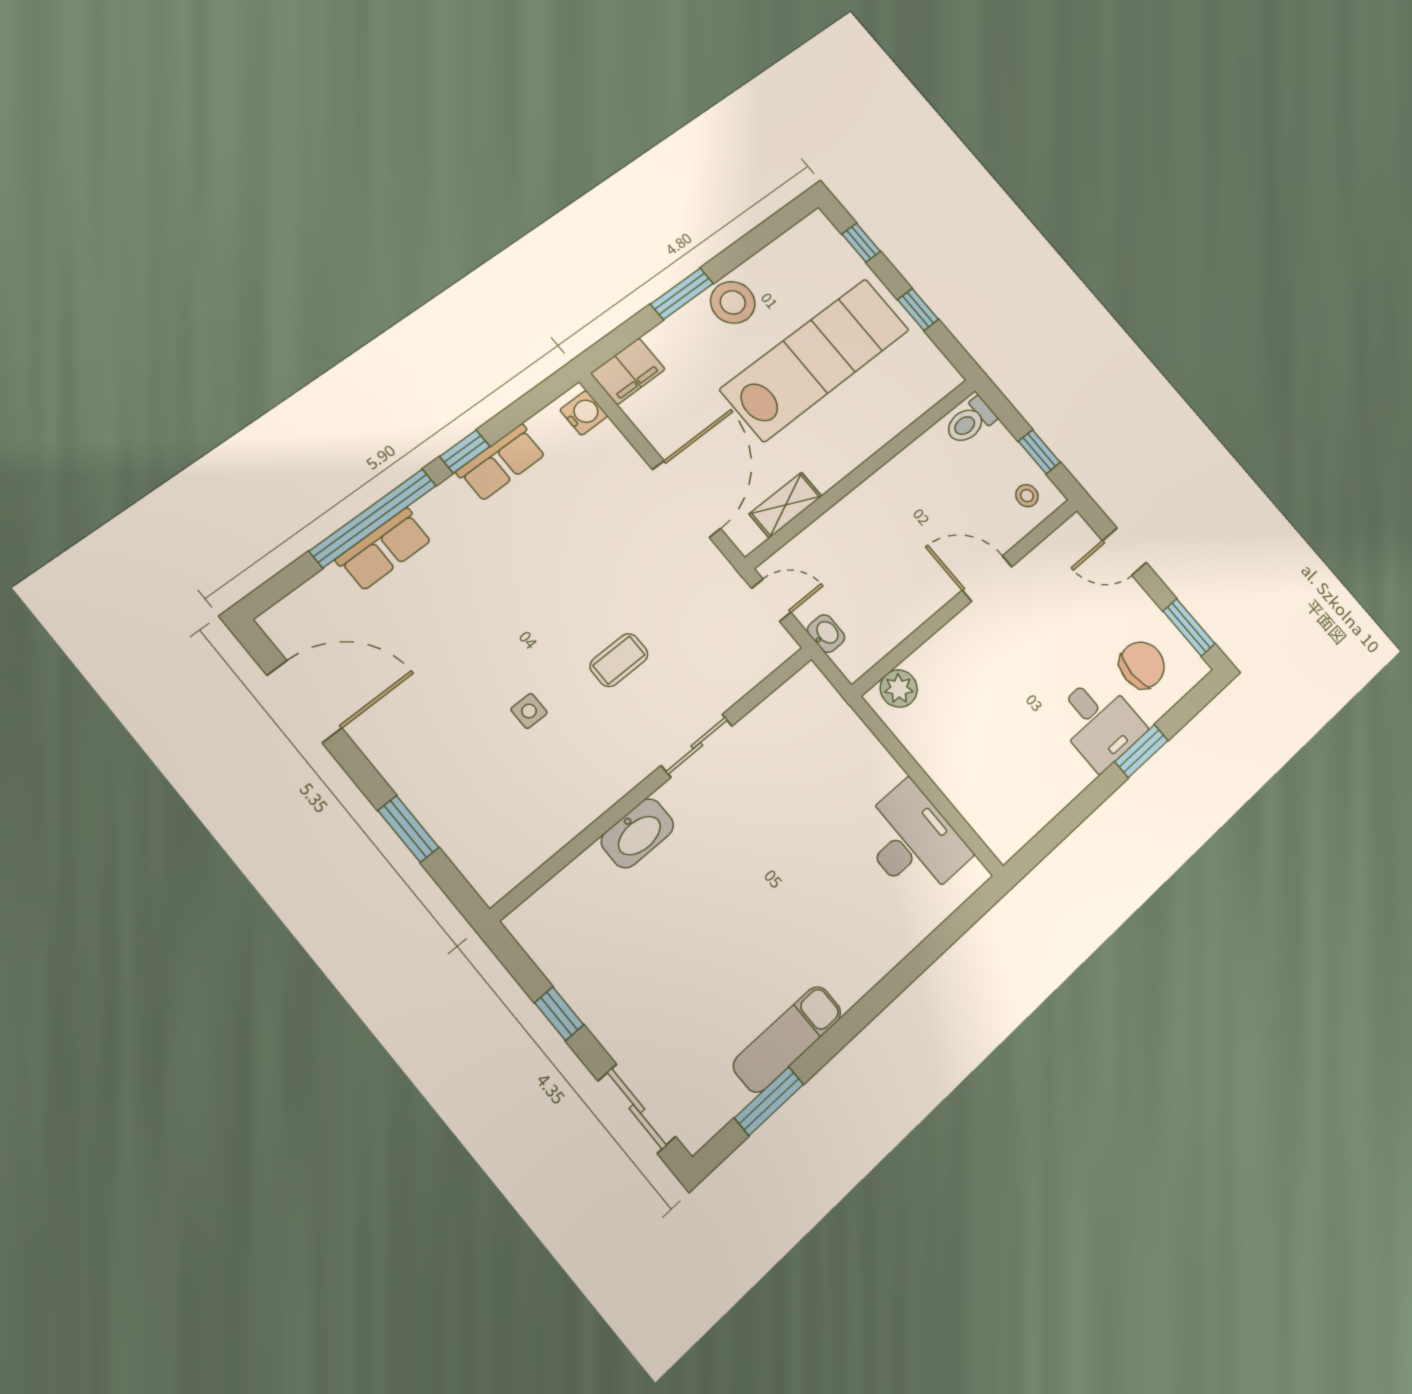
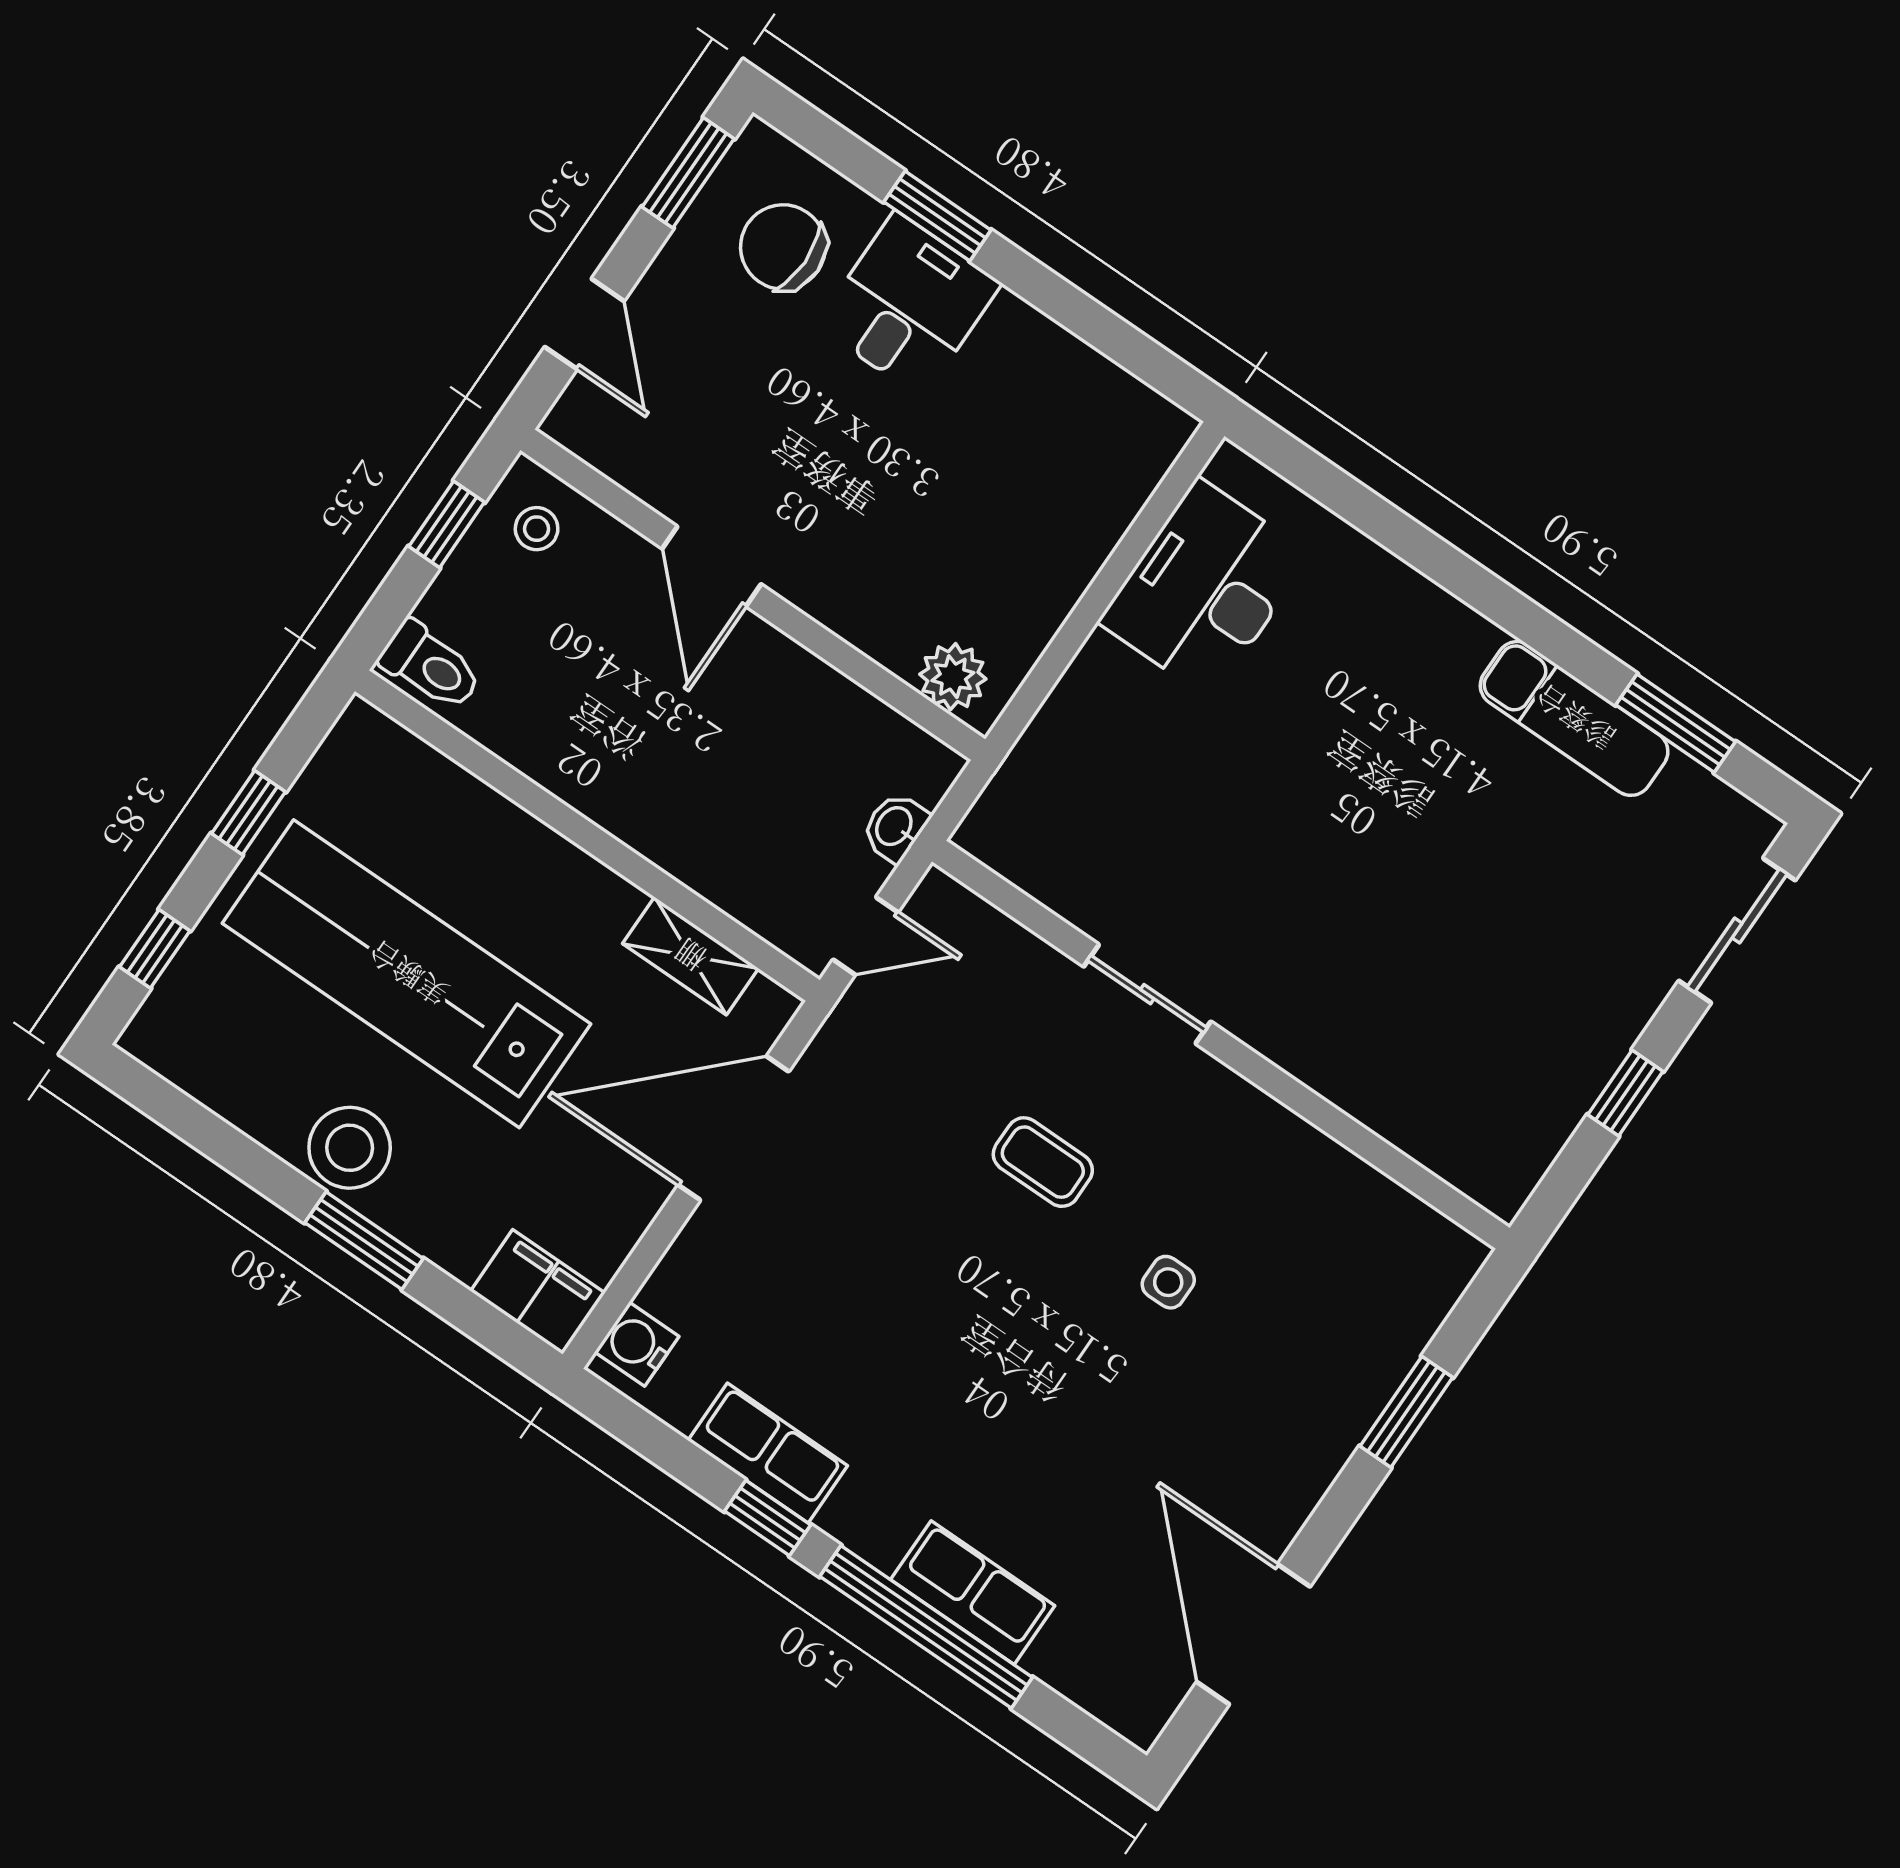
door: (771, 600) -> (866, 936), swing flipped
washbasin: (637, 833) -> (1315, 1051), removed

